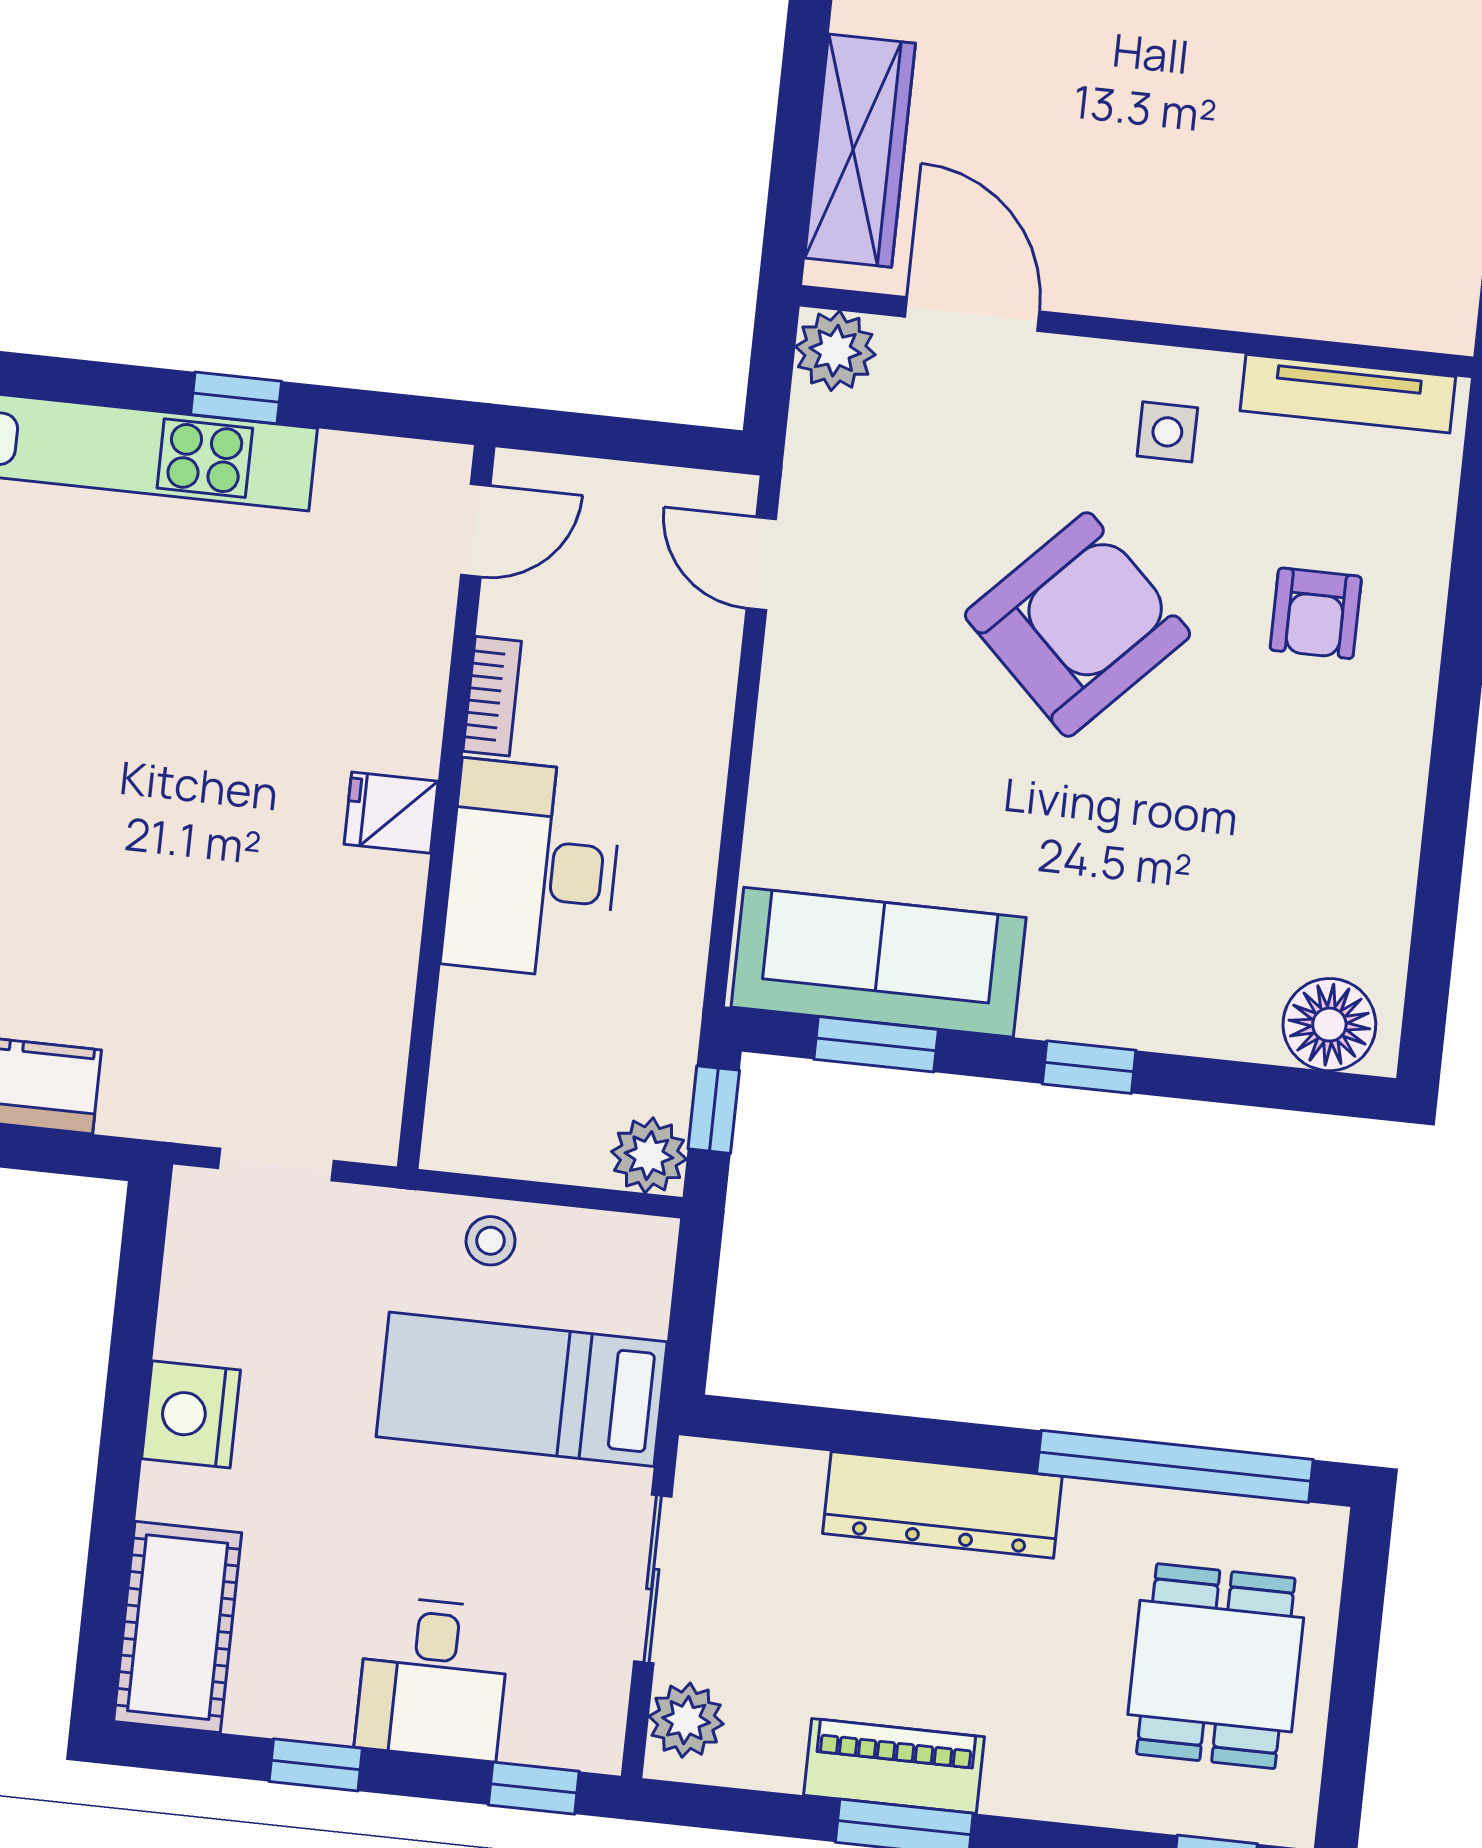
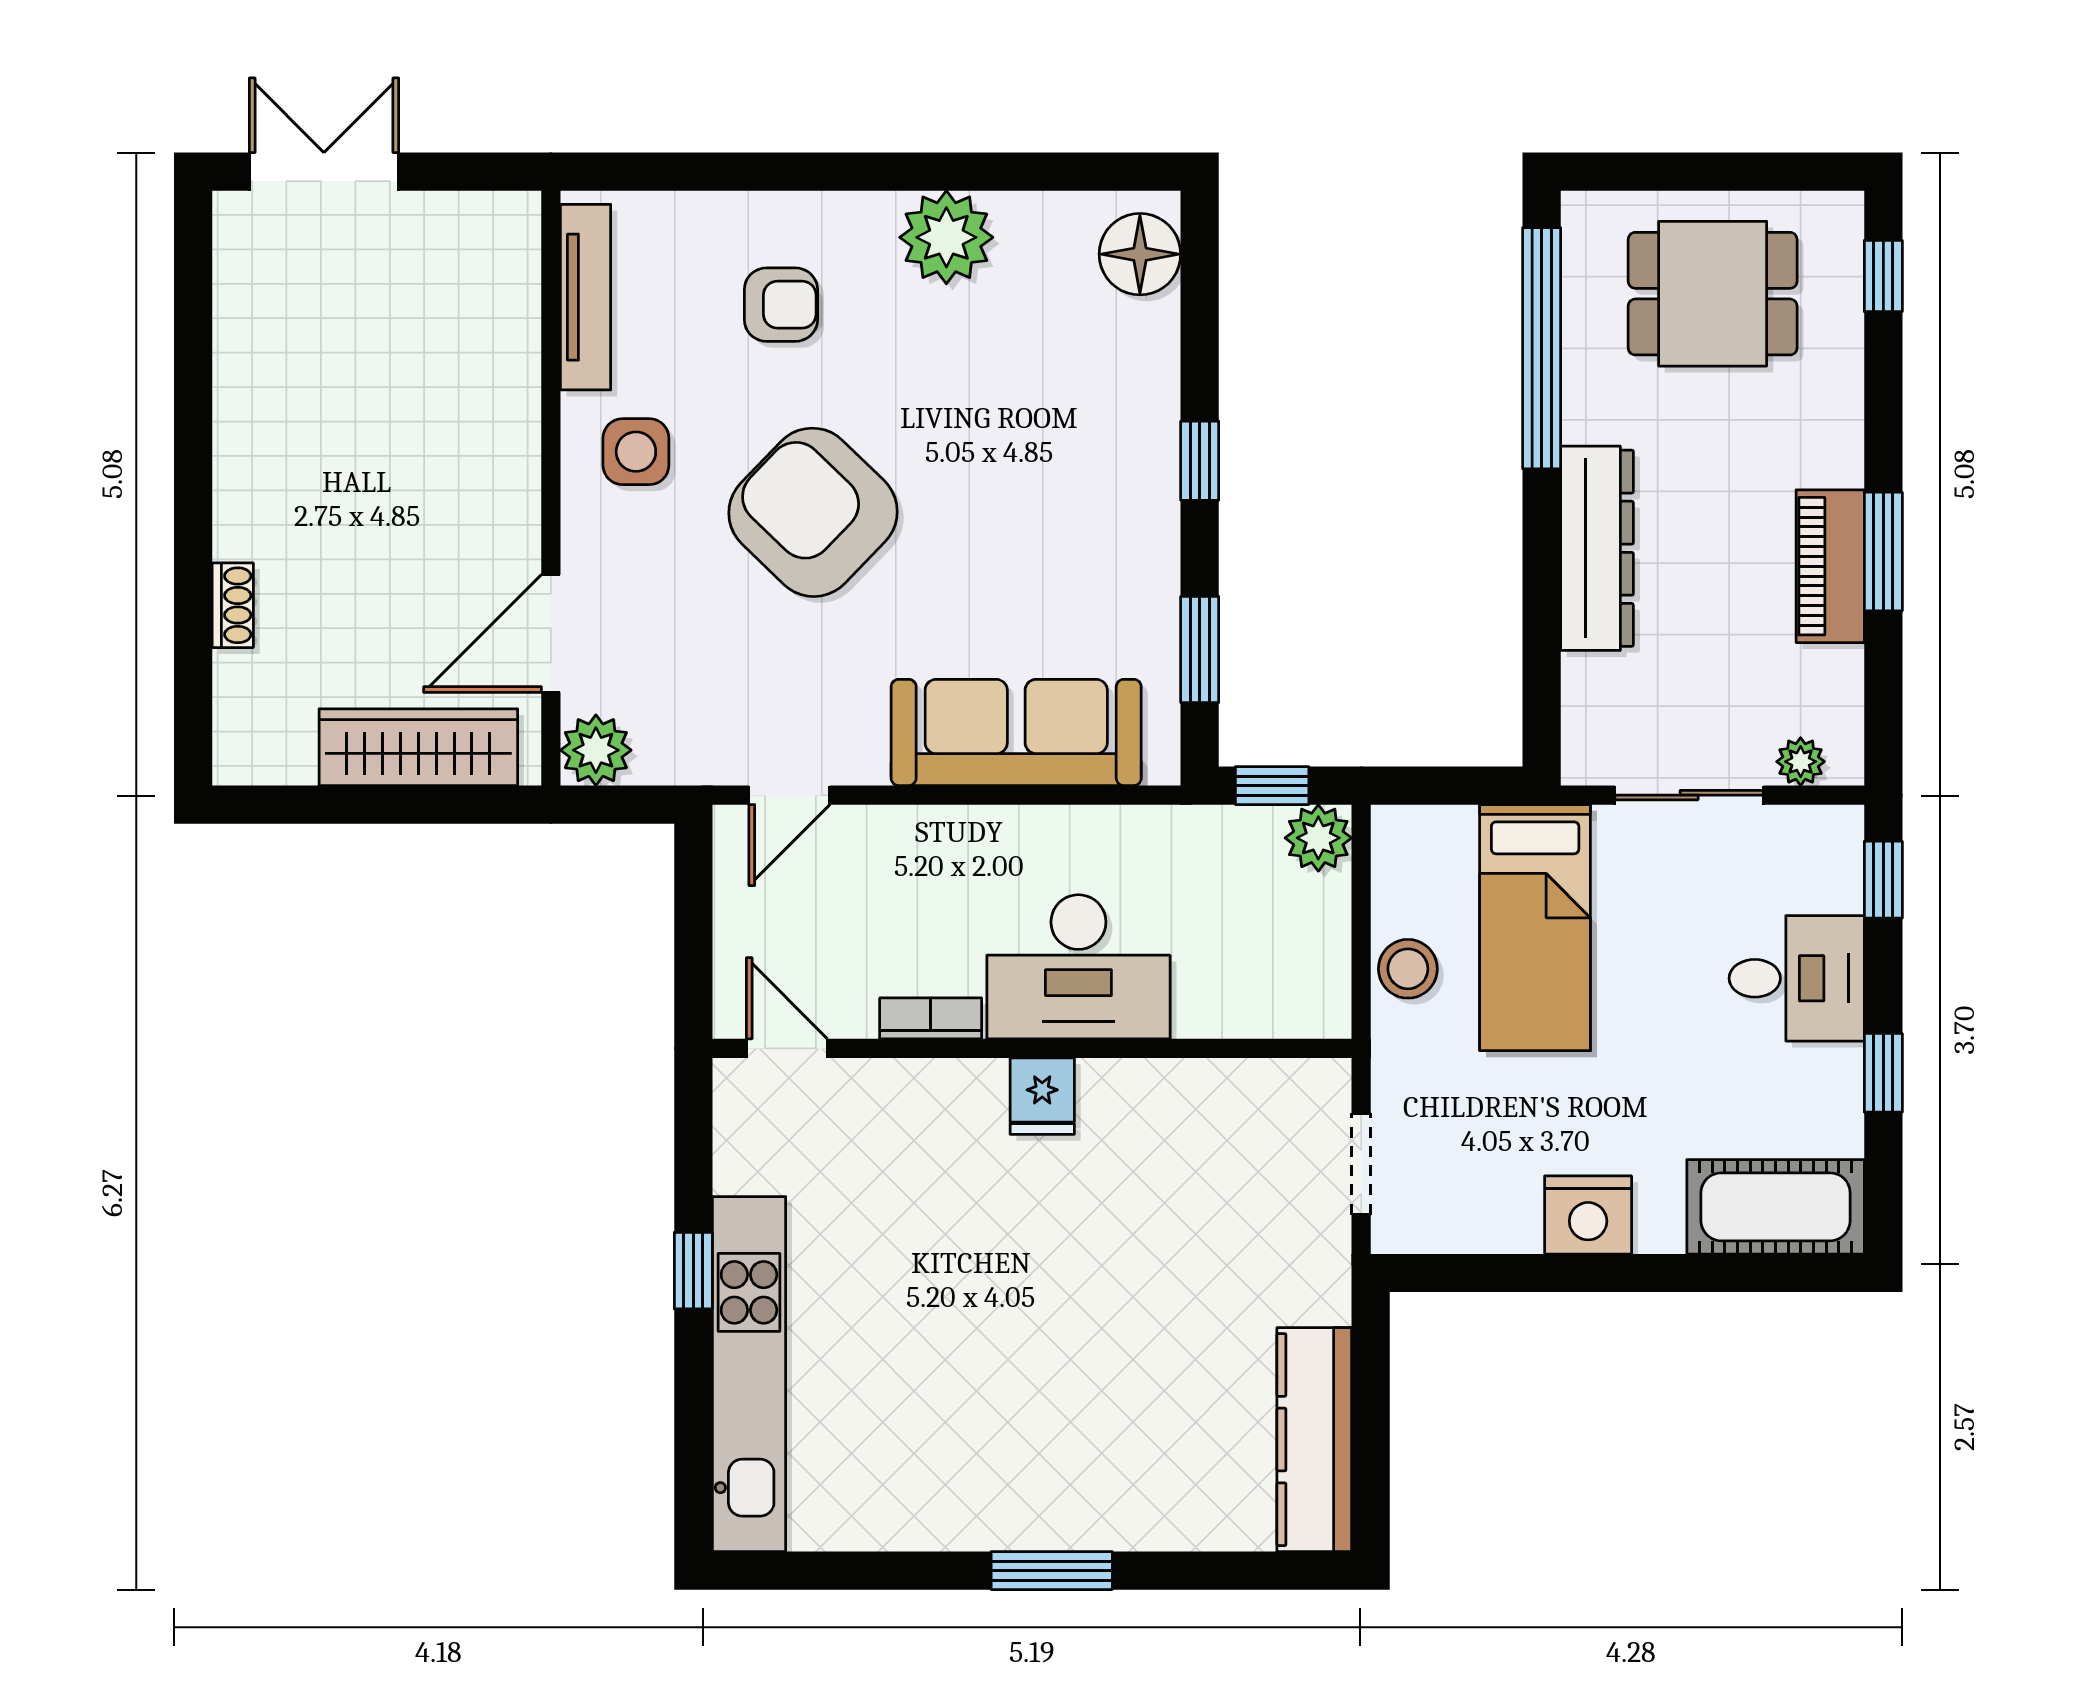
side table: (1167, 432) -> (636, 452), width x1.37, depth x1.37
plant: (1372, 808) -> (946, 237), added
sofa: (879, 962) -> (1016, 732), moved, turned 90
stool: (491, 1241) -> (1408, 969), width x1.37, depth x1.37
plant: (686, 1720) -> (1801, 762), width x0.73, depth x0.73

